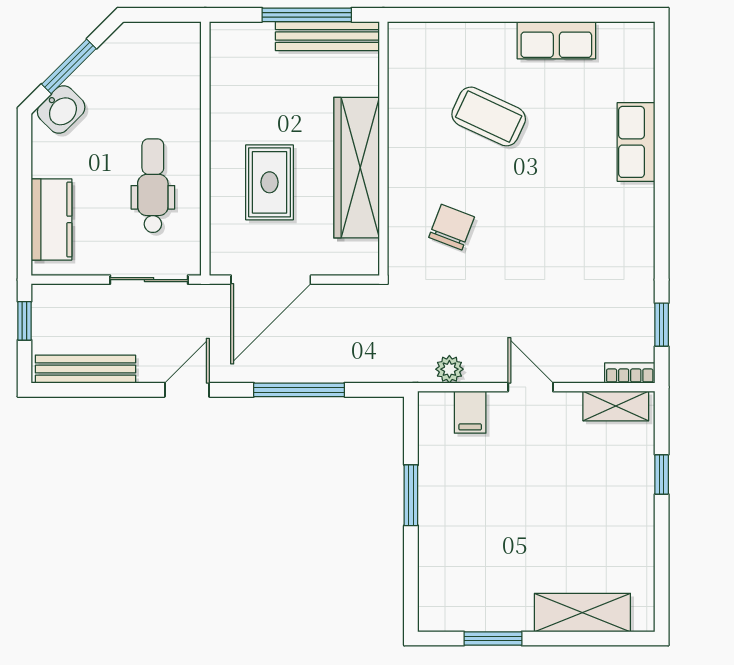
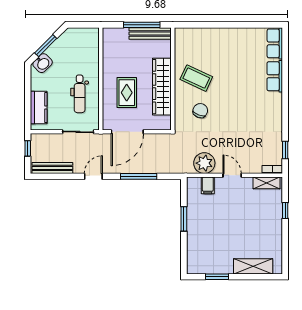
row of seats: (556, 40) -> (275, 43), moved, turned 90
coffee table: (489, 116) -> (196, 78), moved
dental chair: (153, 186) -> (80, 94), turned 180
plant: (449, 369) -> (204, 163), width x1.87, depth x1.87

